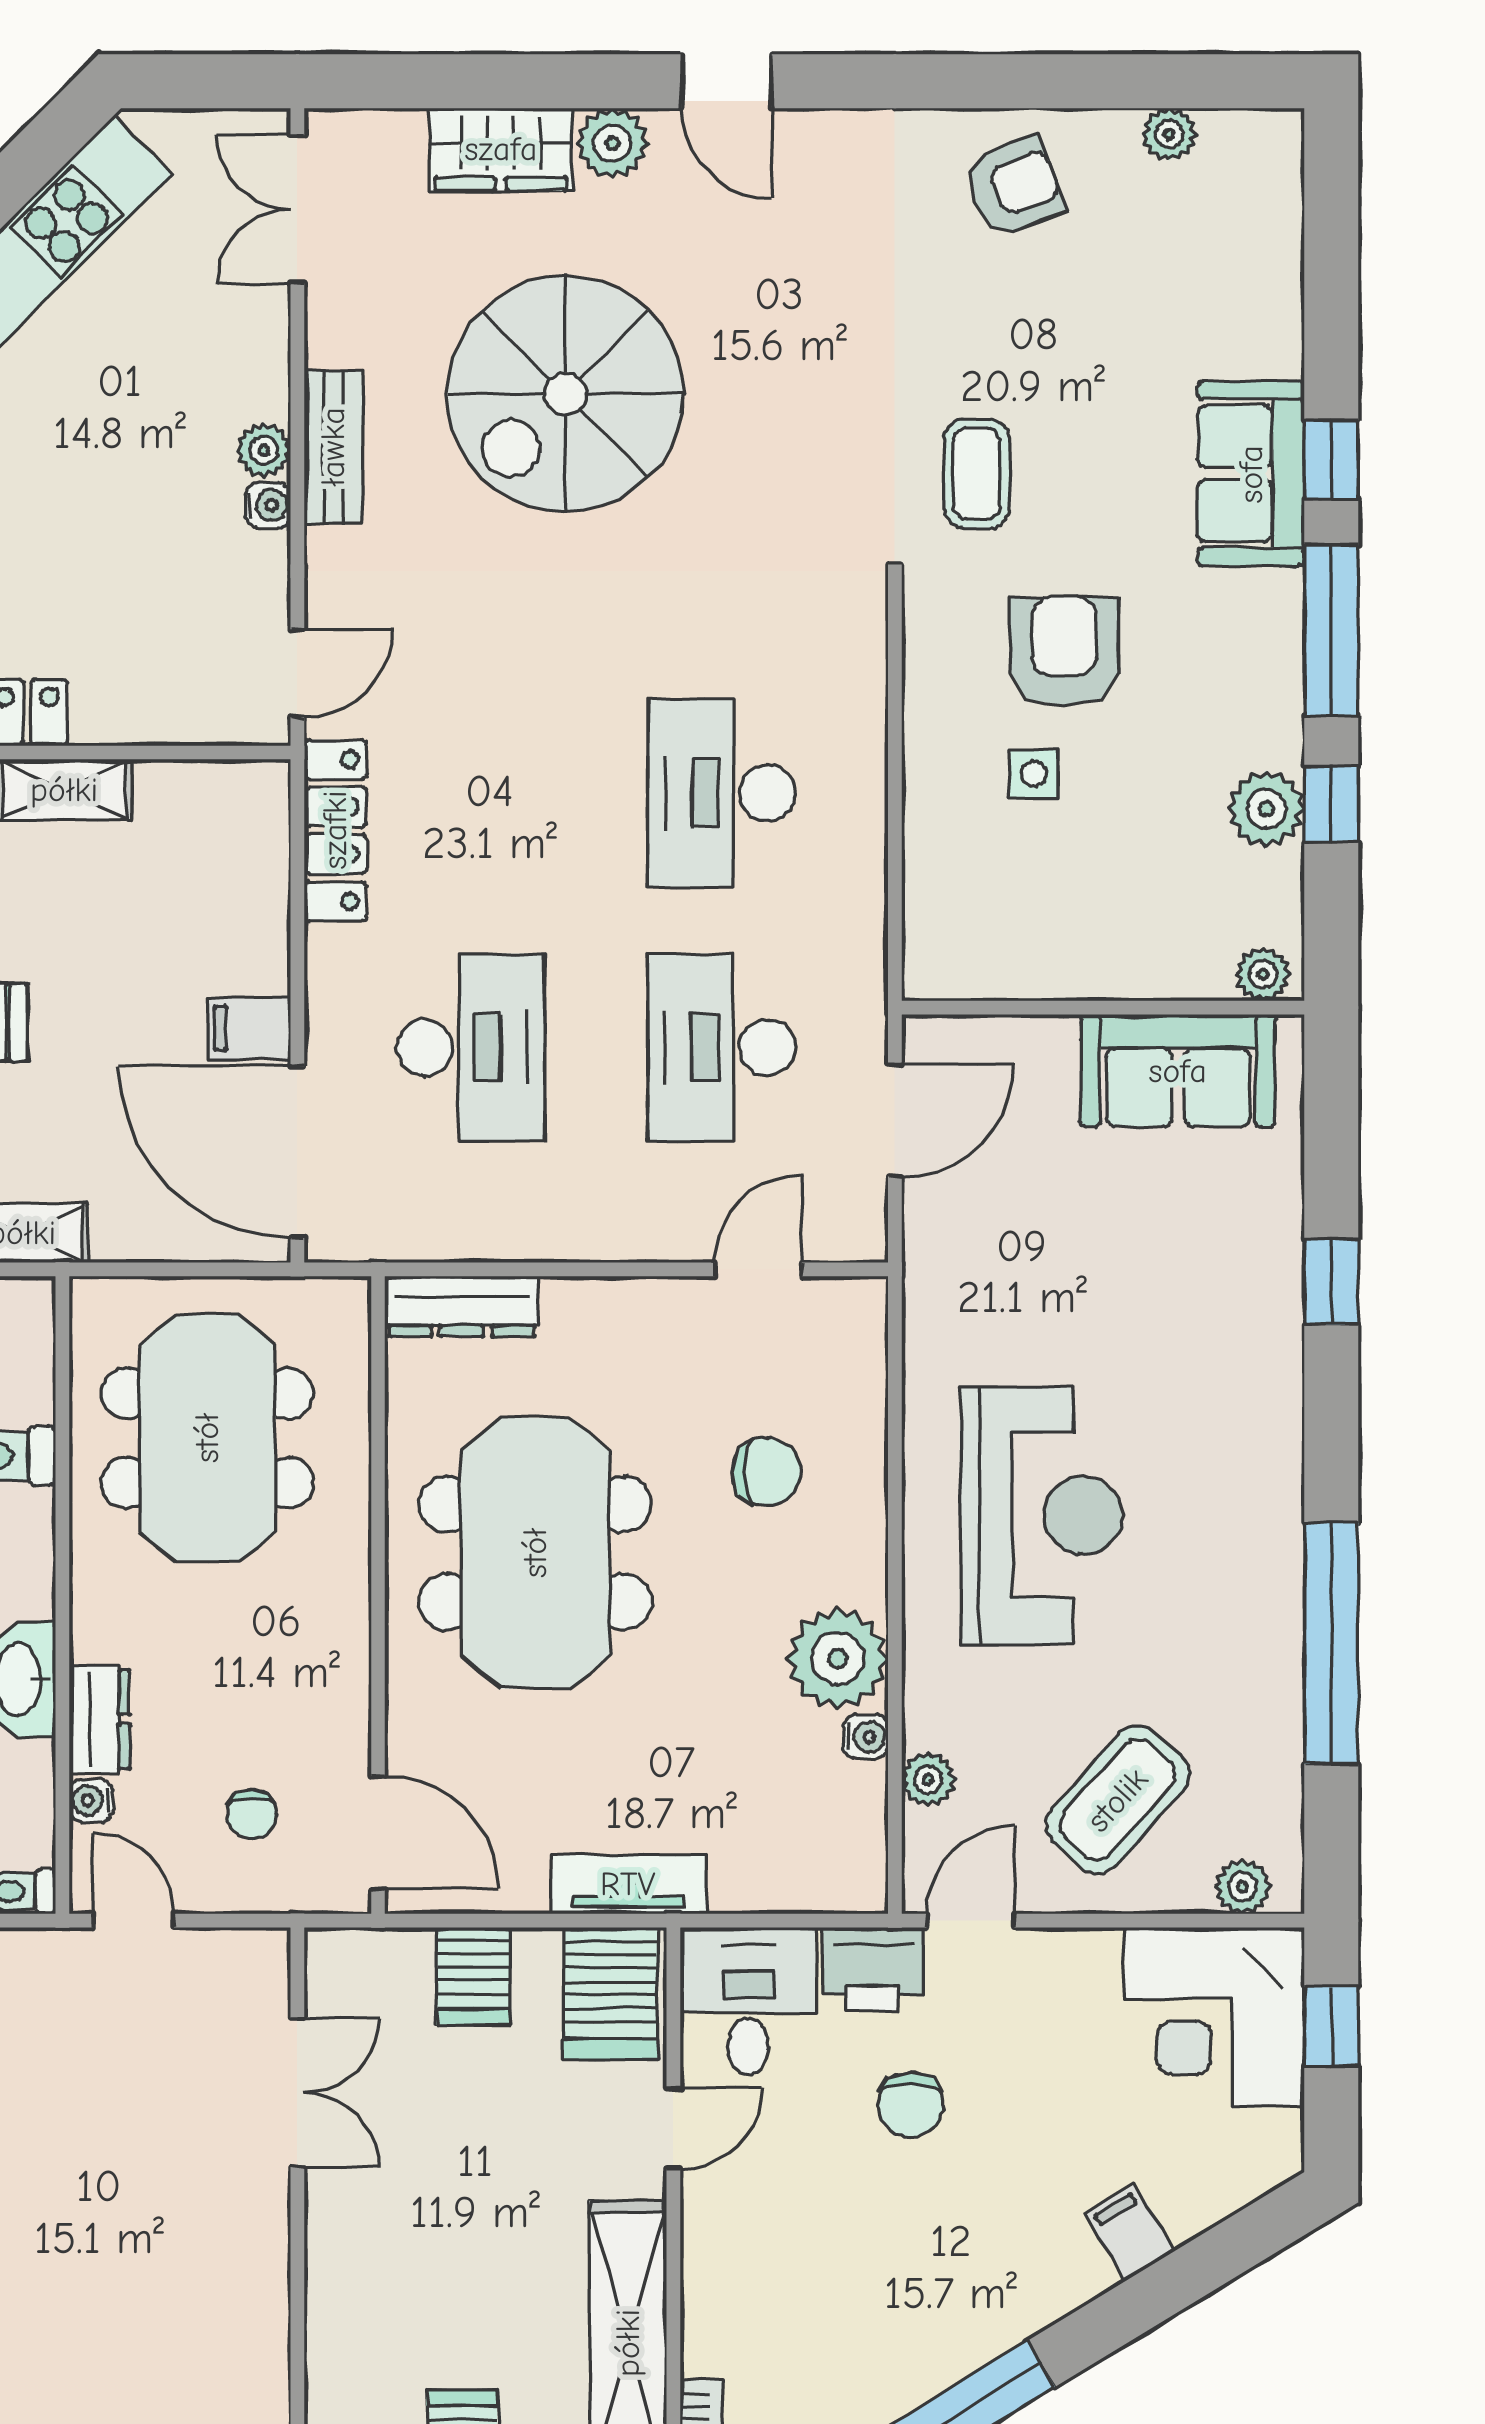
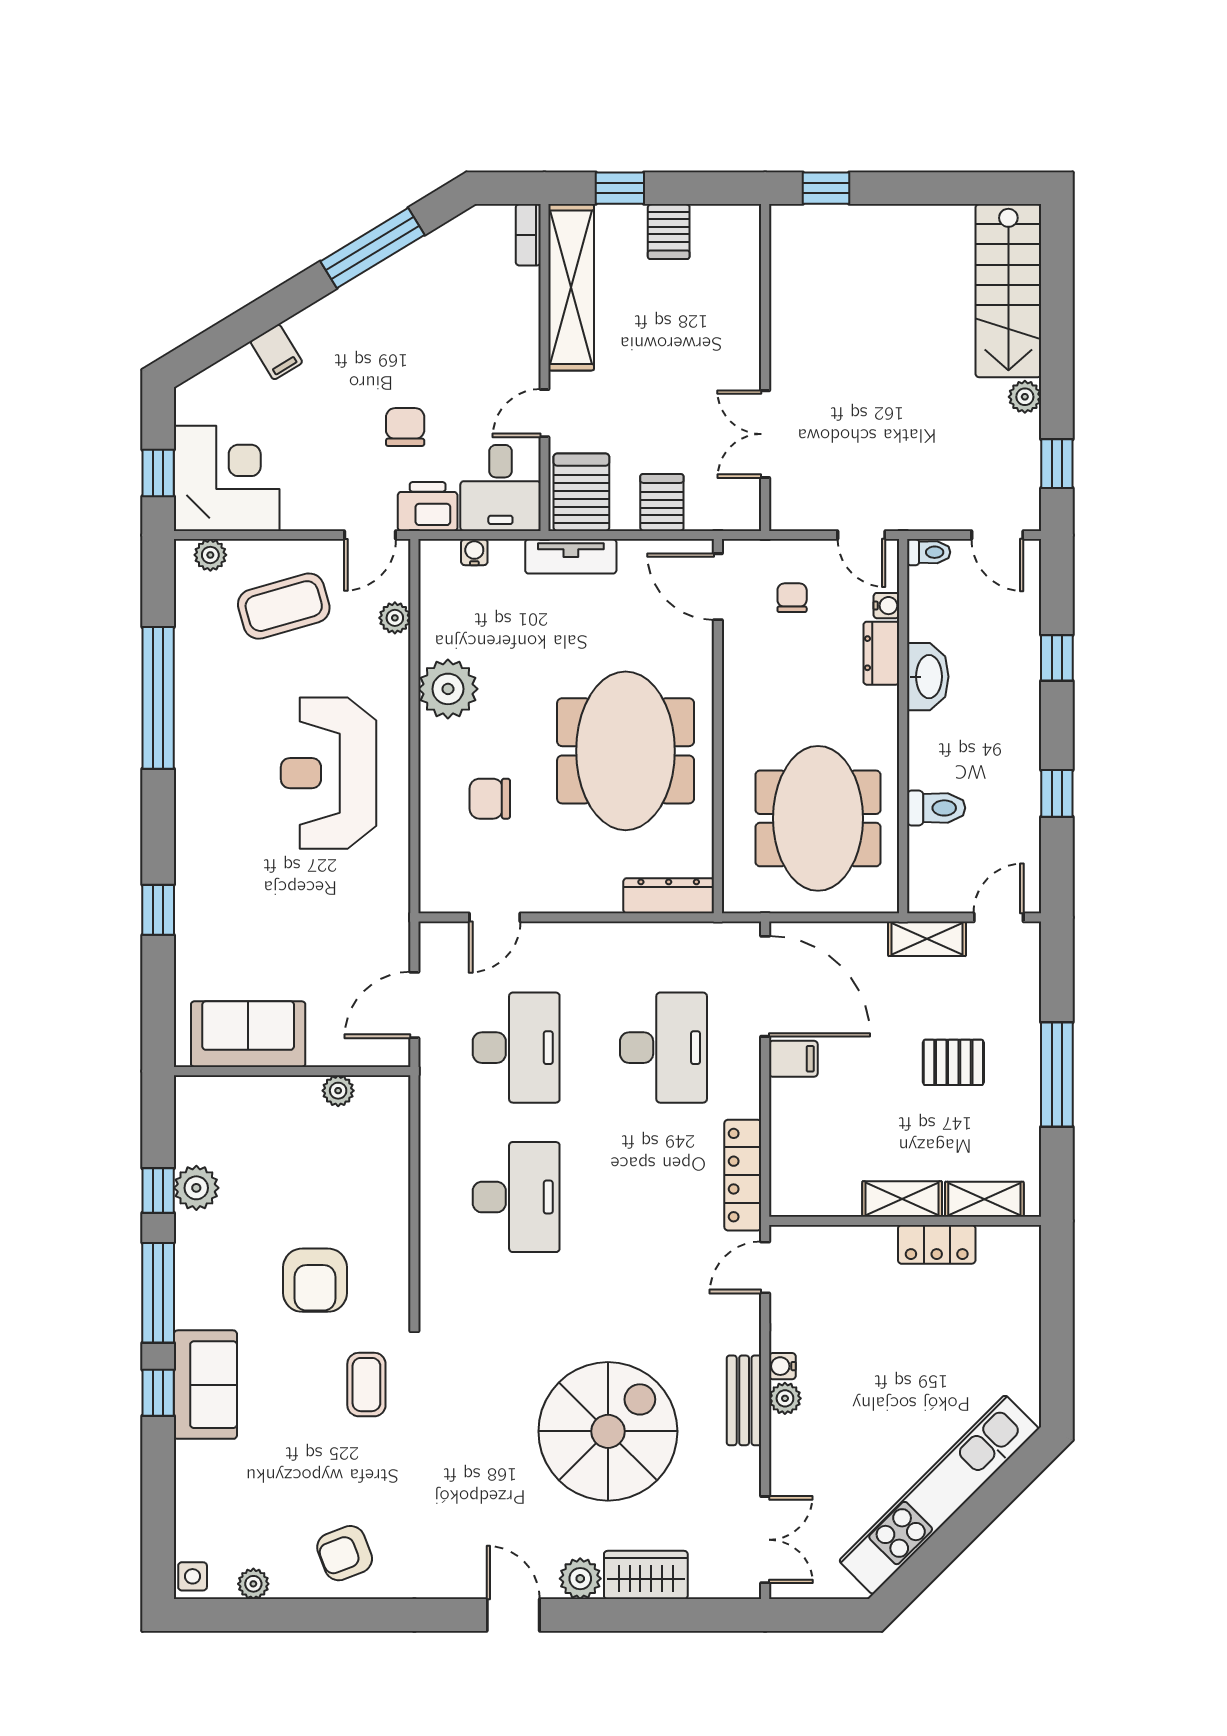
side table: (1034, 774) -> (193, 1576), moved
plant: (1263, 974) -> (338, 1091), moved
desk: (471, 1048) -> (663, 1048), turned 180
water cooler: (866, 1737) -> (474, 552), moved, turned 90
coffee table: (1117, 1800) -> (284, 606), turned 32

